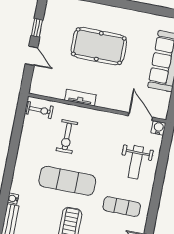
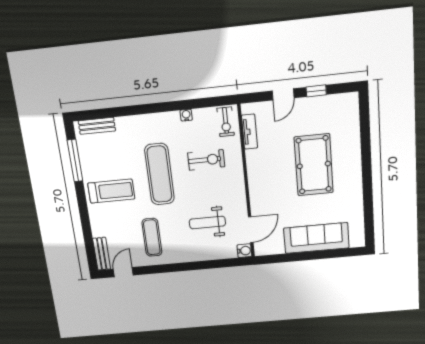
tv unit: (80, 98) -> (250, 132), moved
exercise bike: (67, 137) -> (206, 160), turned 180
weight bench: (136, 162) -> (207, 223), moved
water cooler: (13, 199) -> (186, 115), moved

